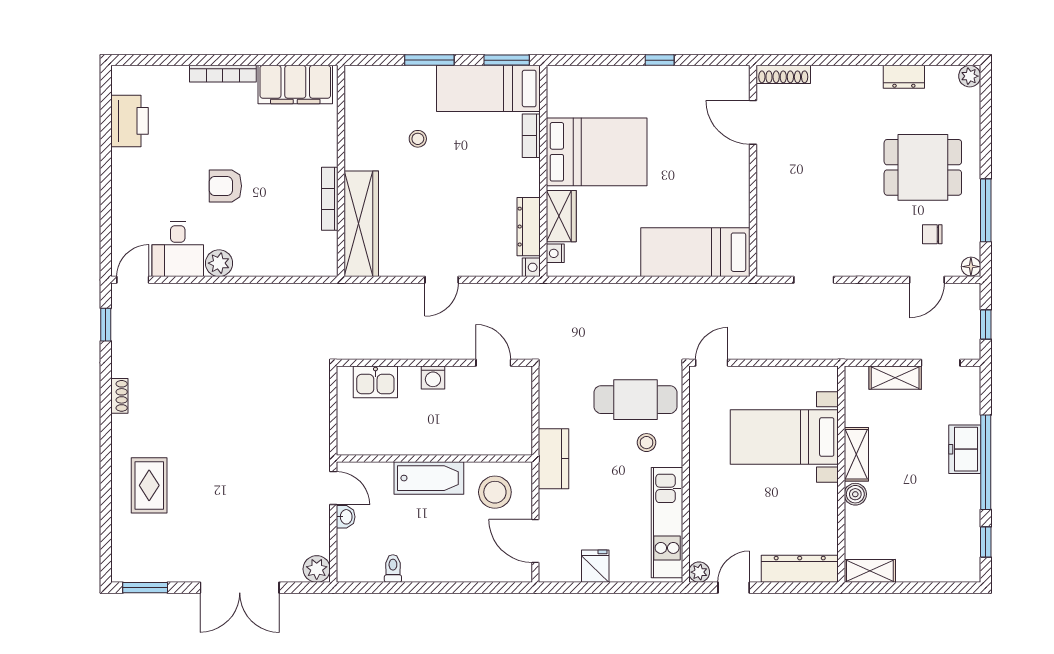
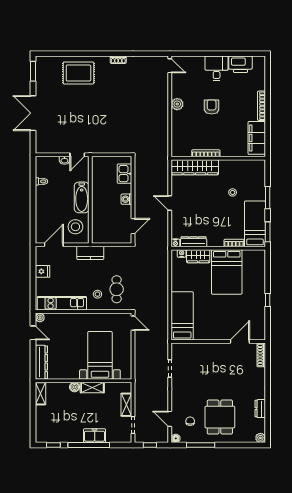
desk: (178, 249) -> (217, 68), moved, turned 90
window: (106, 325) -> (150, 54), removed
cafe table: (635, 400) -> (117, 289), width x0.73, depth x0.74
rug: (149, 485) -> (78, 73), width x1.36, depth x1.43
plant: (317, 569) -> (41, 147), removed

